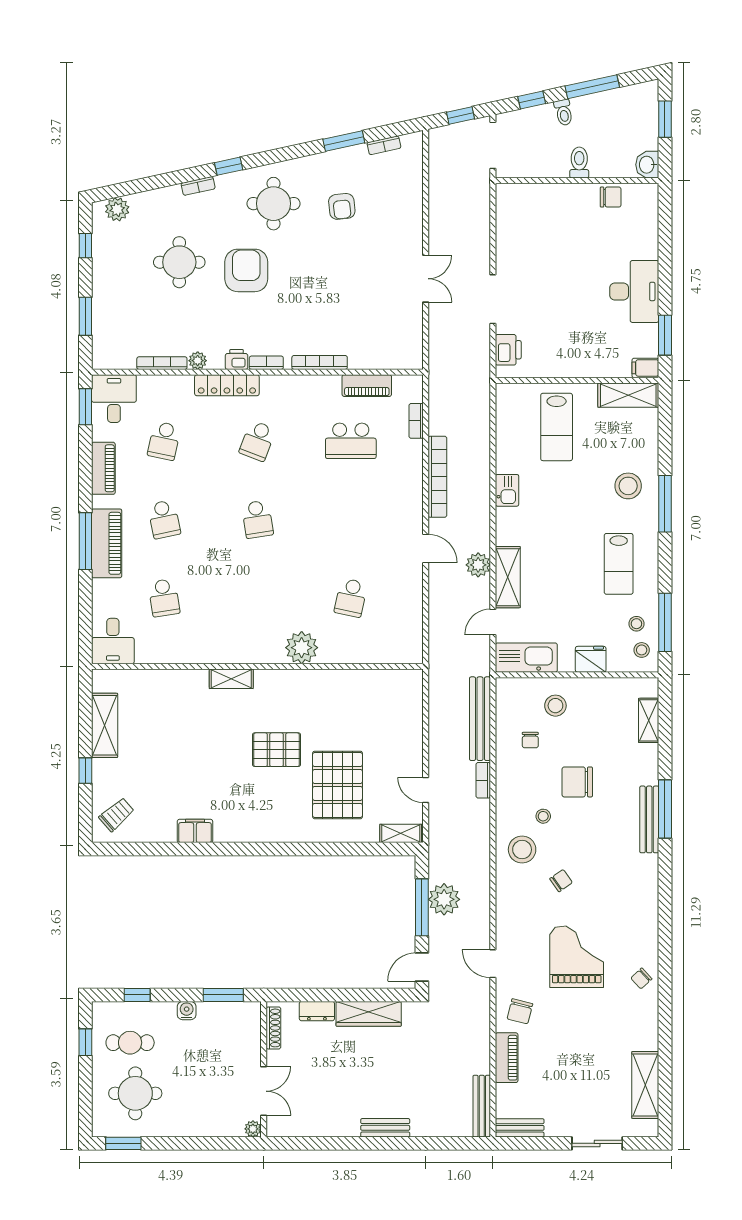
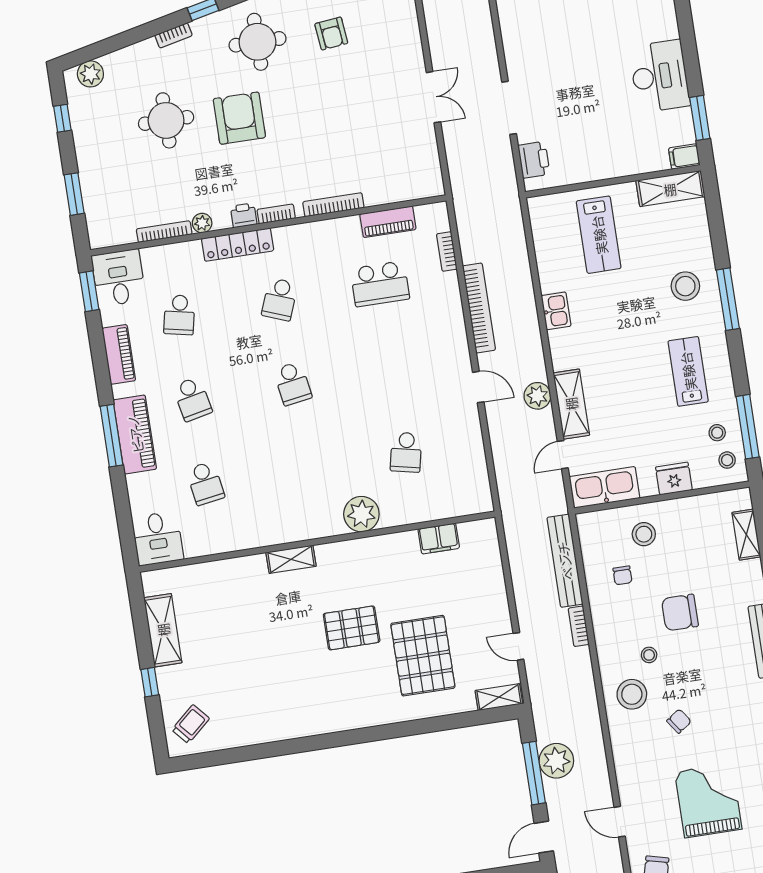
lab bench: (619, 564) -> (688, 371), turned 180
filing cabinet: (195, 831) -> (439, 539), moved, turned 180

